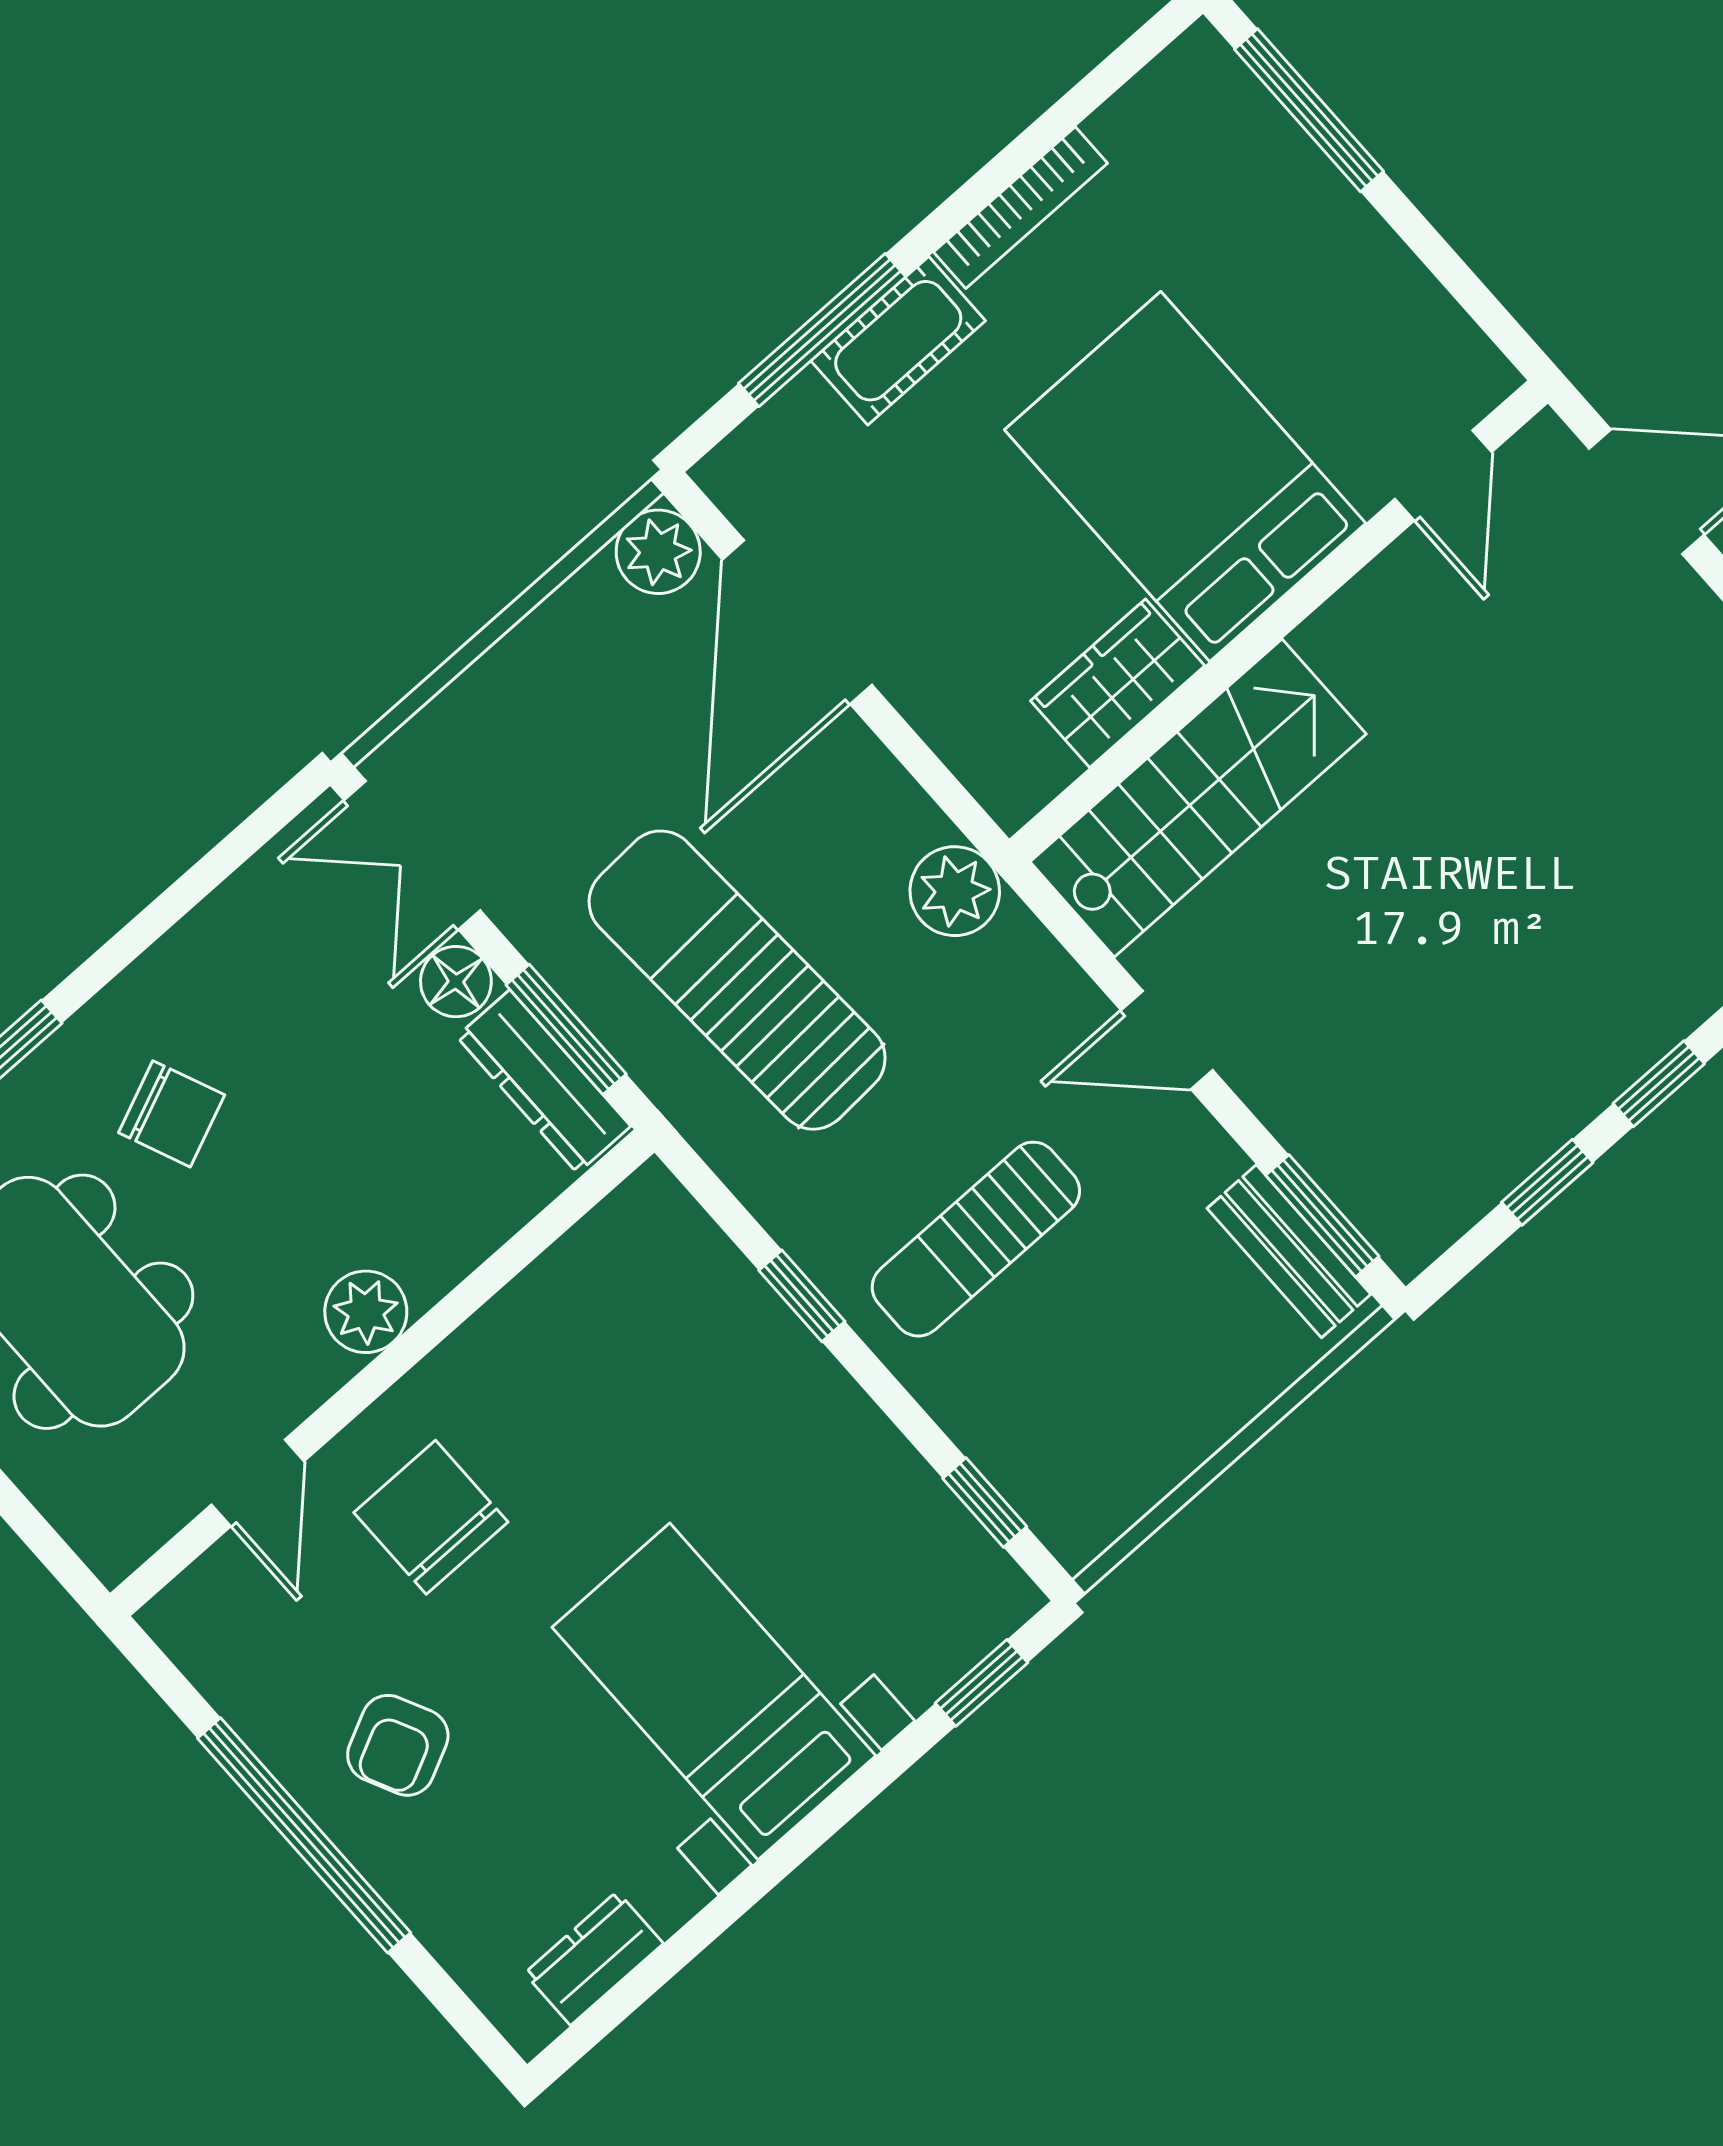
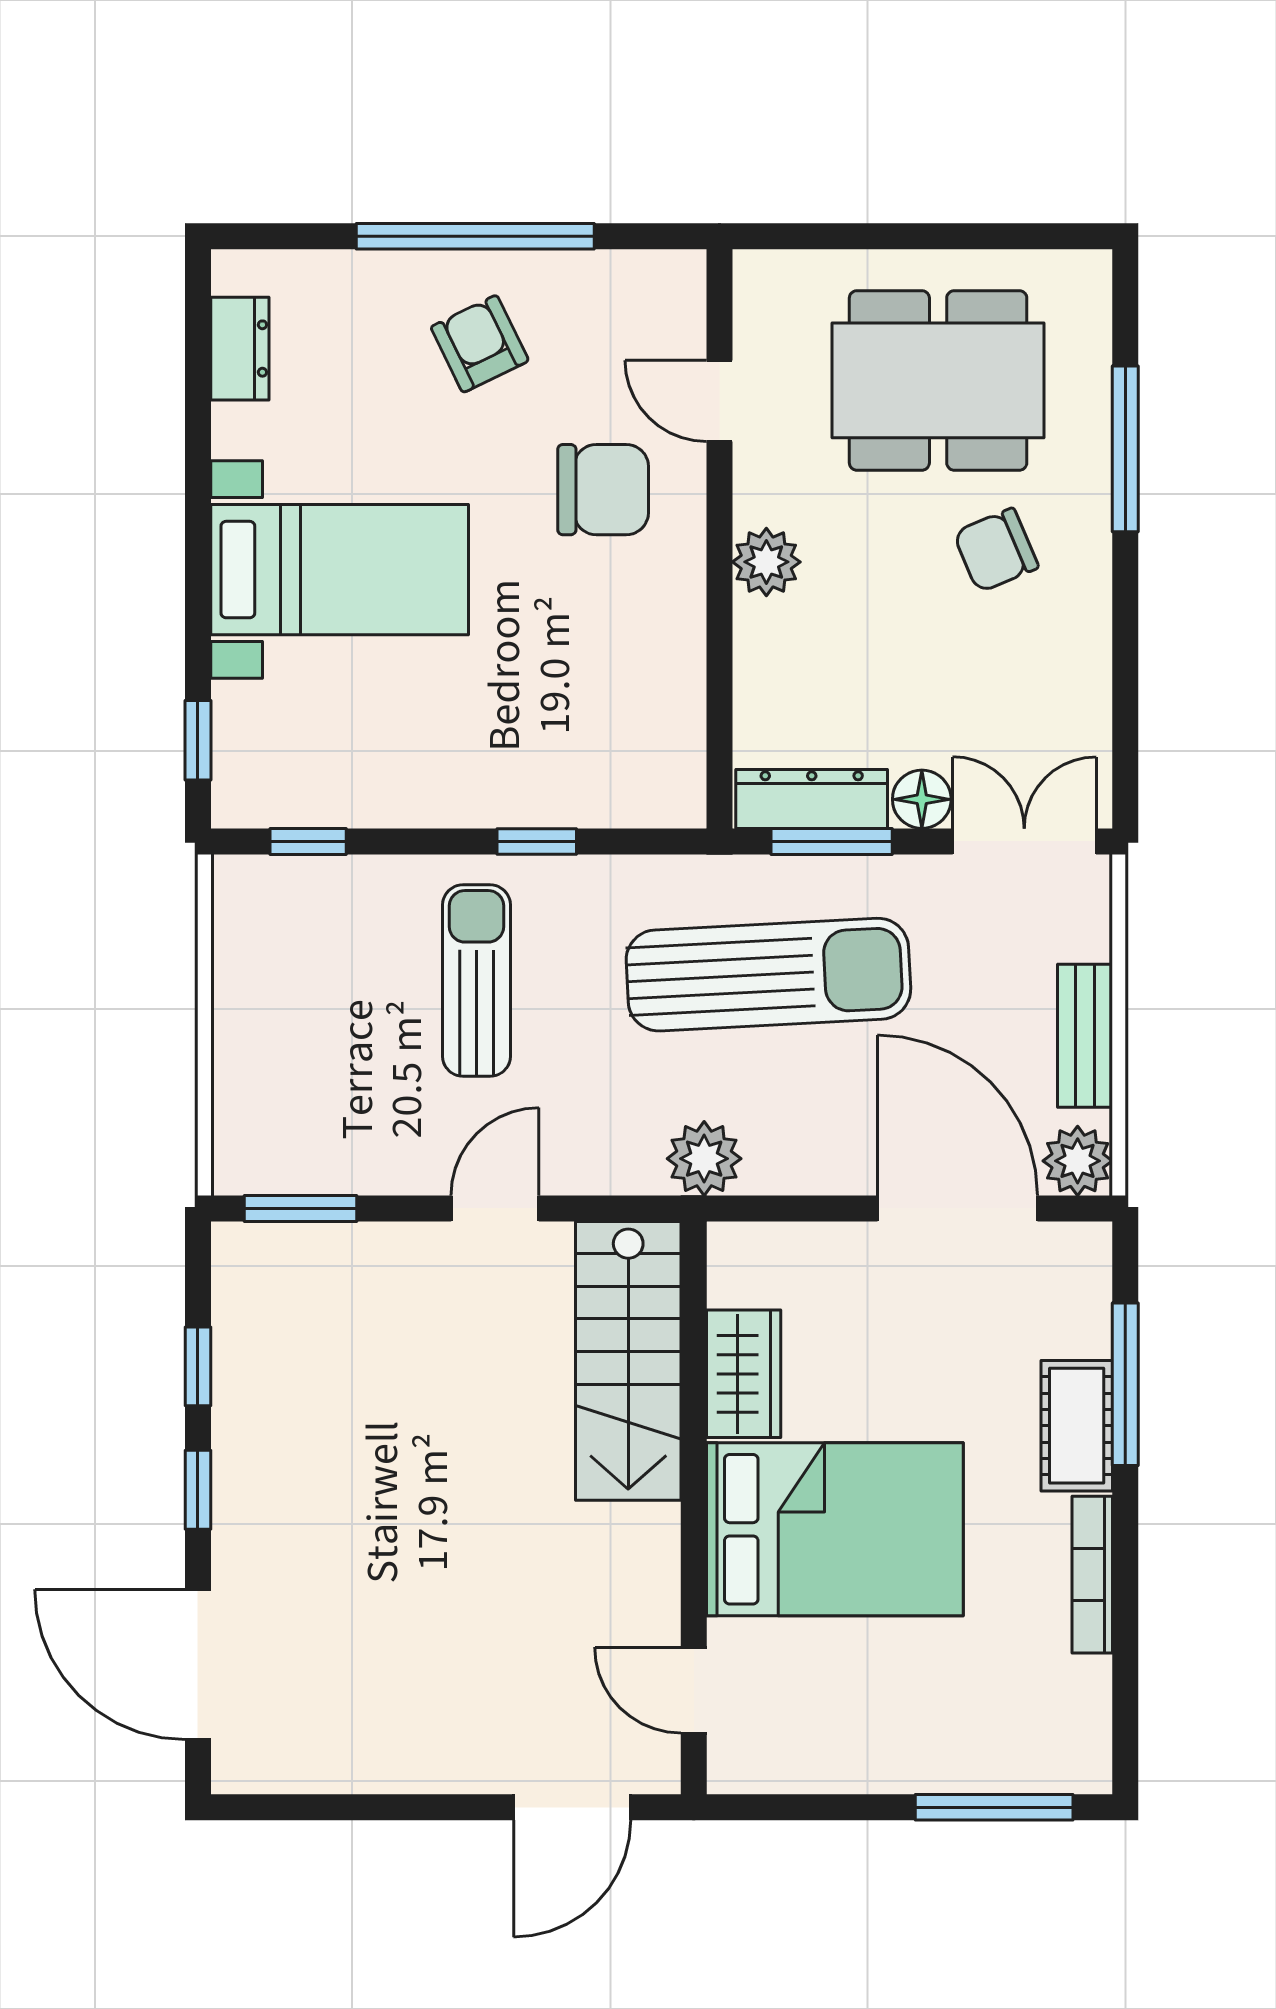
bench: (1289, 1251) -> (1085, 1036), moved, turned 90

